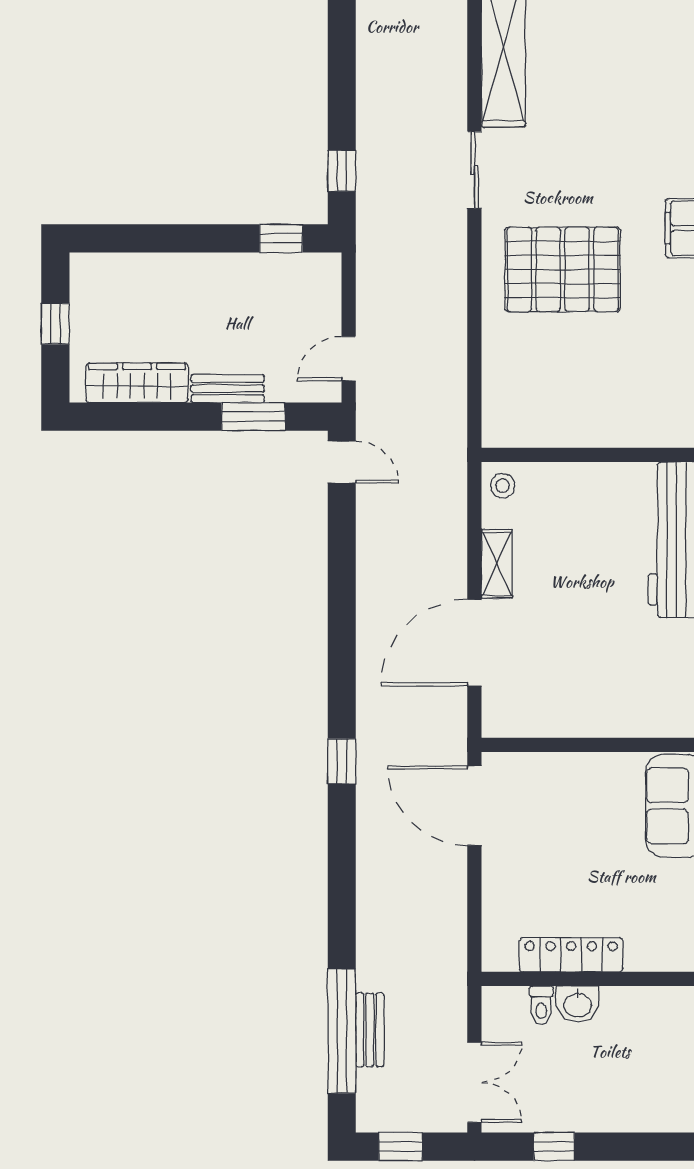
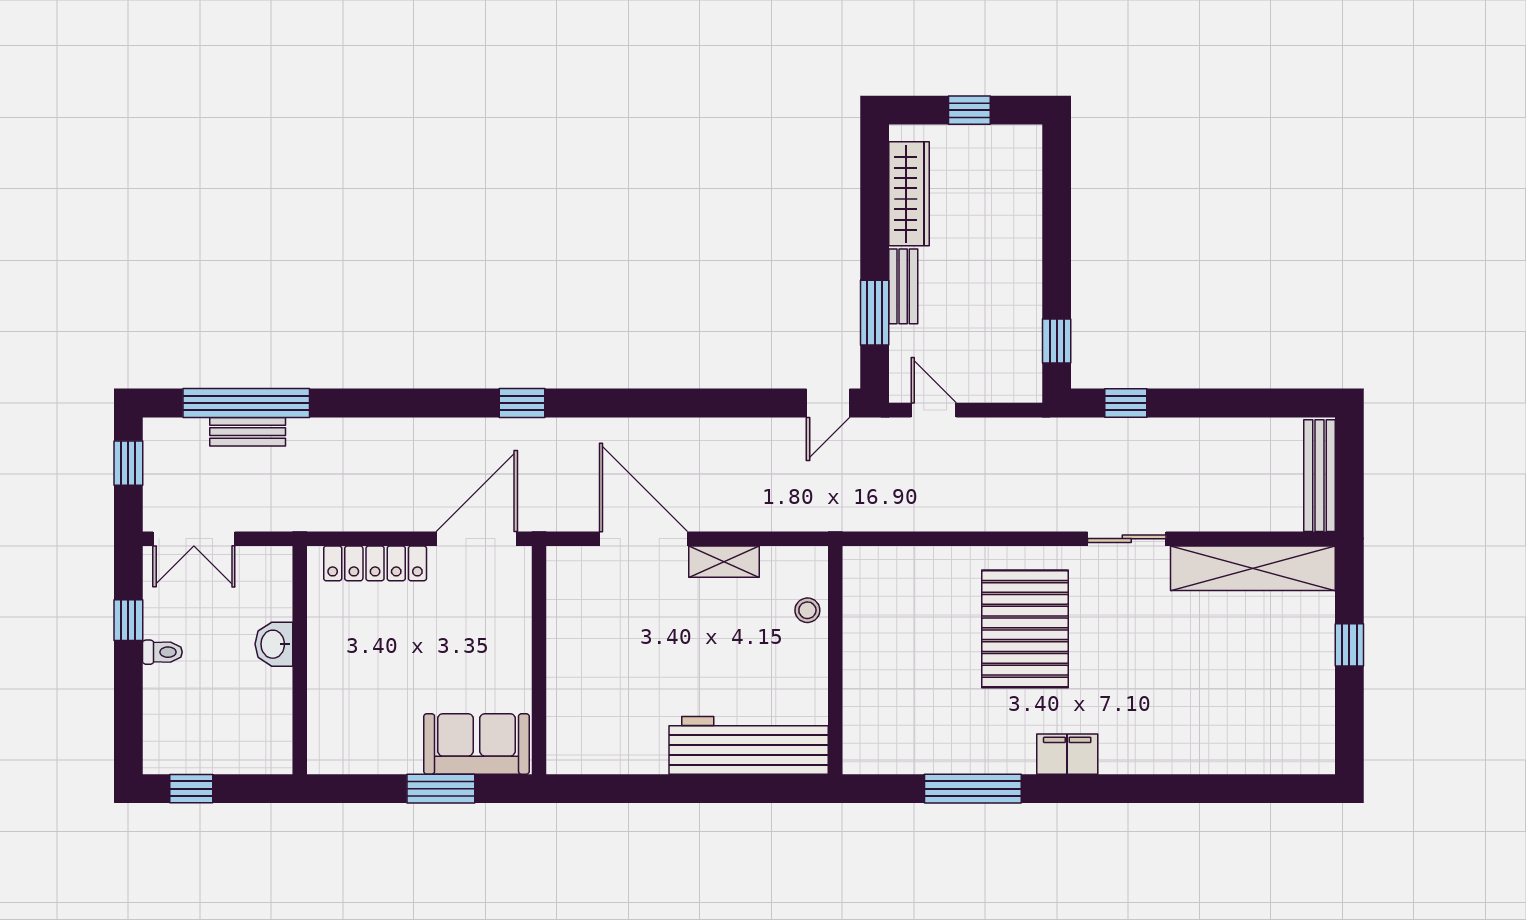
stool: (503, 486) -> (807, 610), moved
locker: (571, 955) -> (375, 563), moved, turned 90
toilet: (541, 1005) -> (162, 652), moved, turned 180

